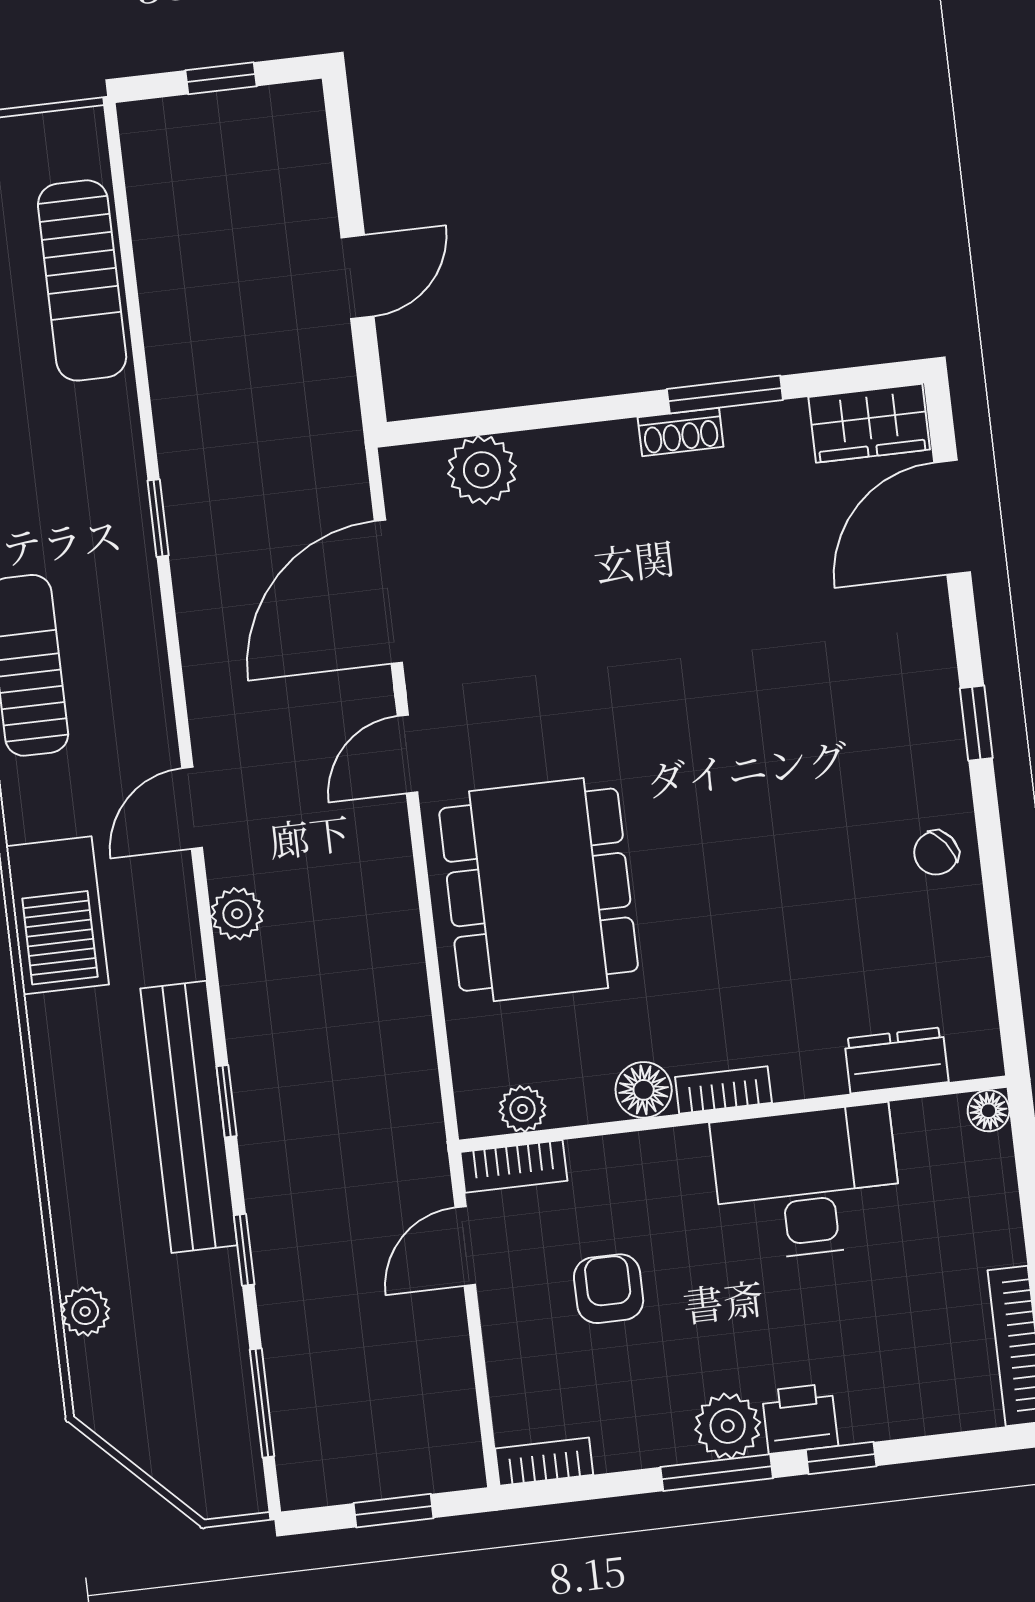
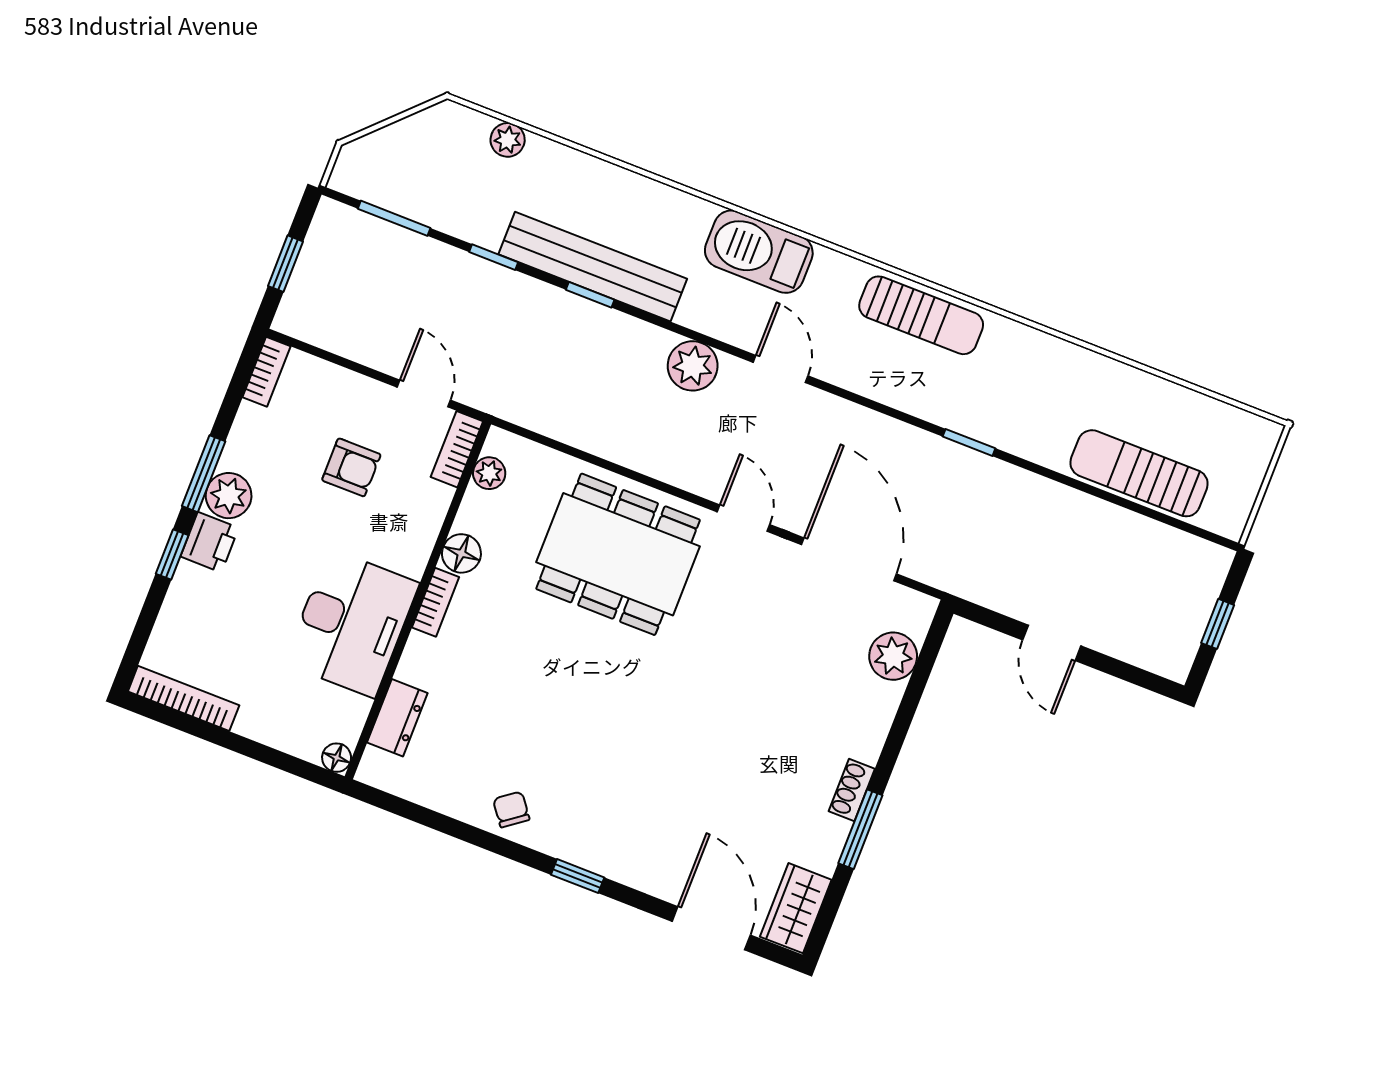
plant: (237, 914) -> (693, 366), width x1.38, depth x1.38

